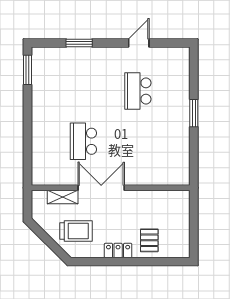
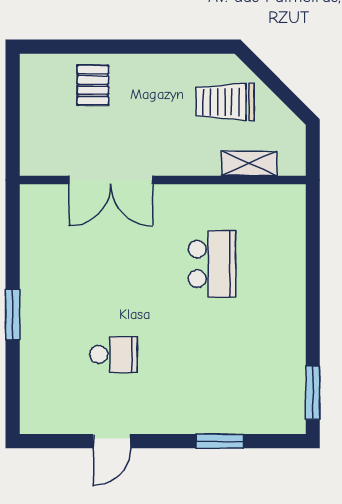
school desk: (138, 91) -> (113, 355), width x0.54
double door: (101, 188) -> (111, 180), moved
locker: (118, 250) -> (149, 67), removed

